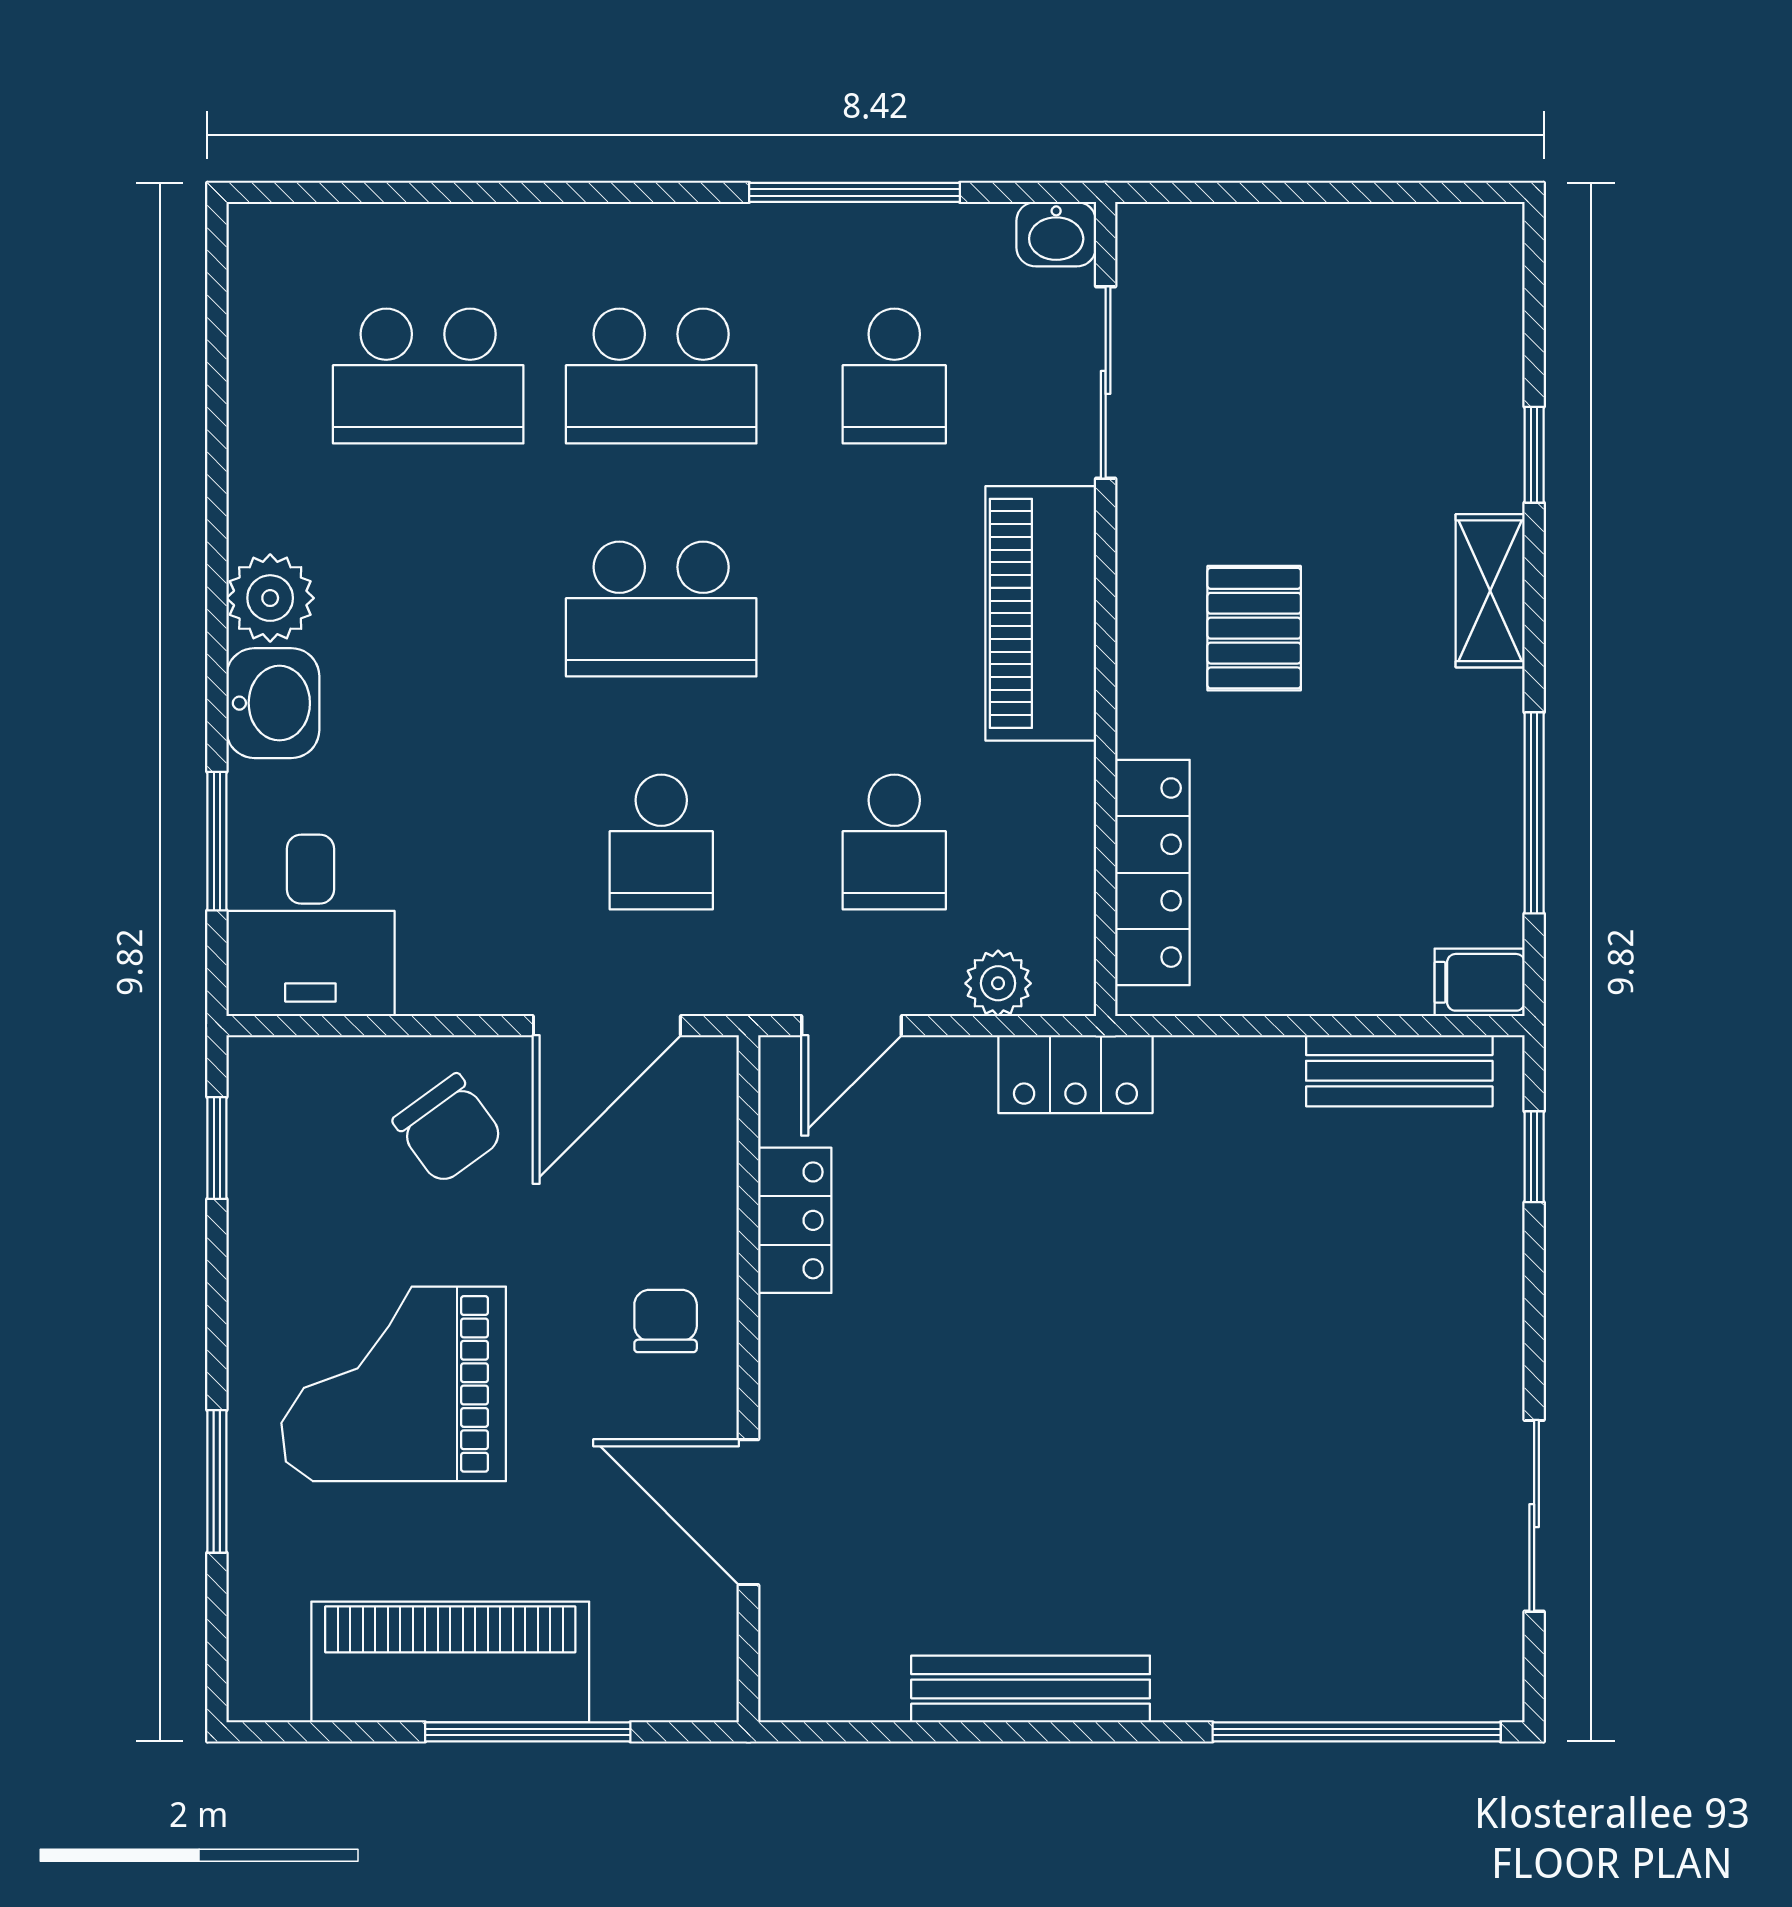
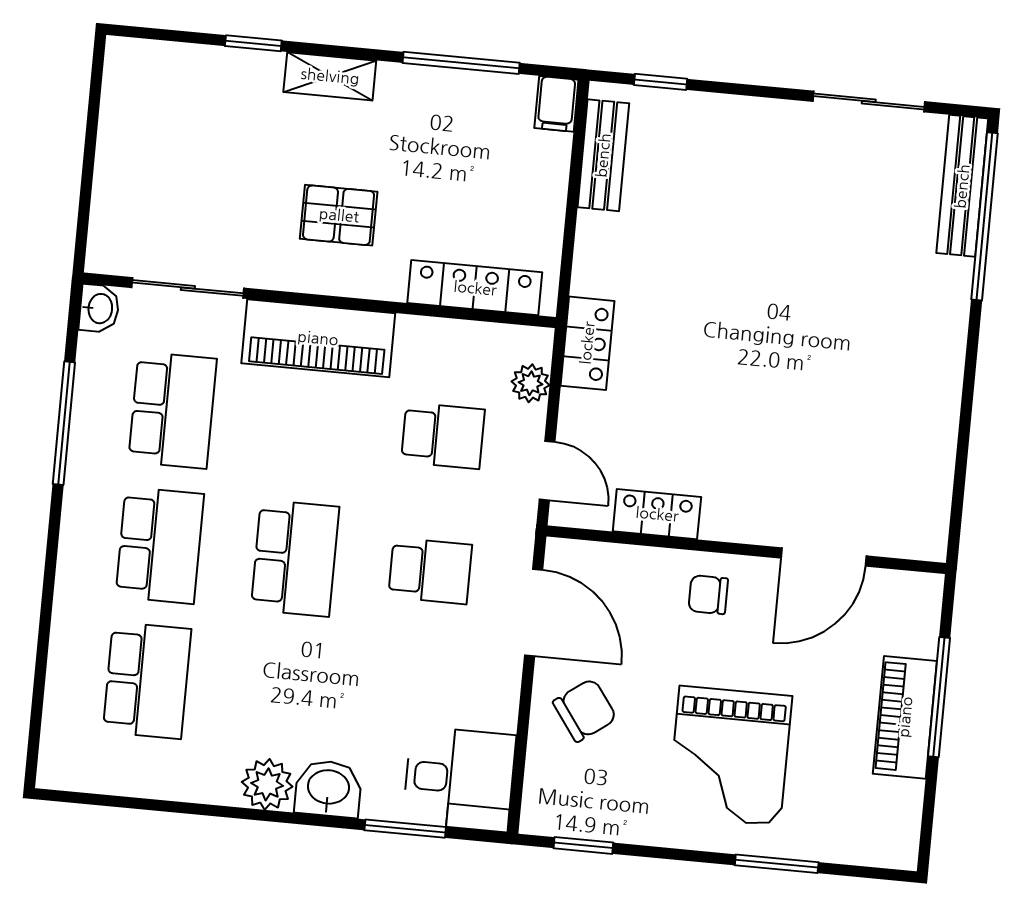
school desk: (894, 376) -> (173, 410), width x1.85
piano: (450, 1662) -> (905, 717), width x0.73, depth x0.75
bench: (1031, 1689) -> (962, 186), moved

